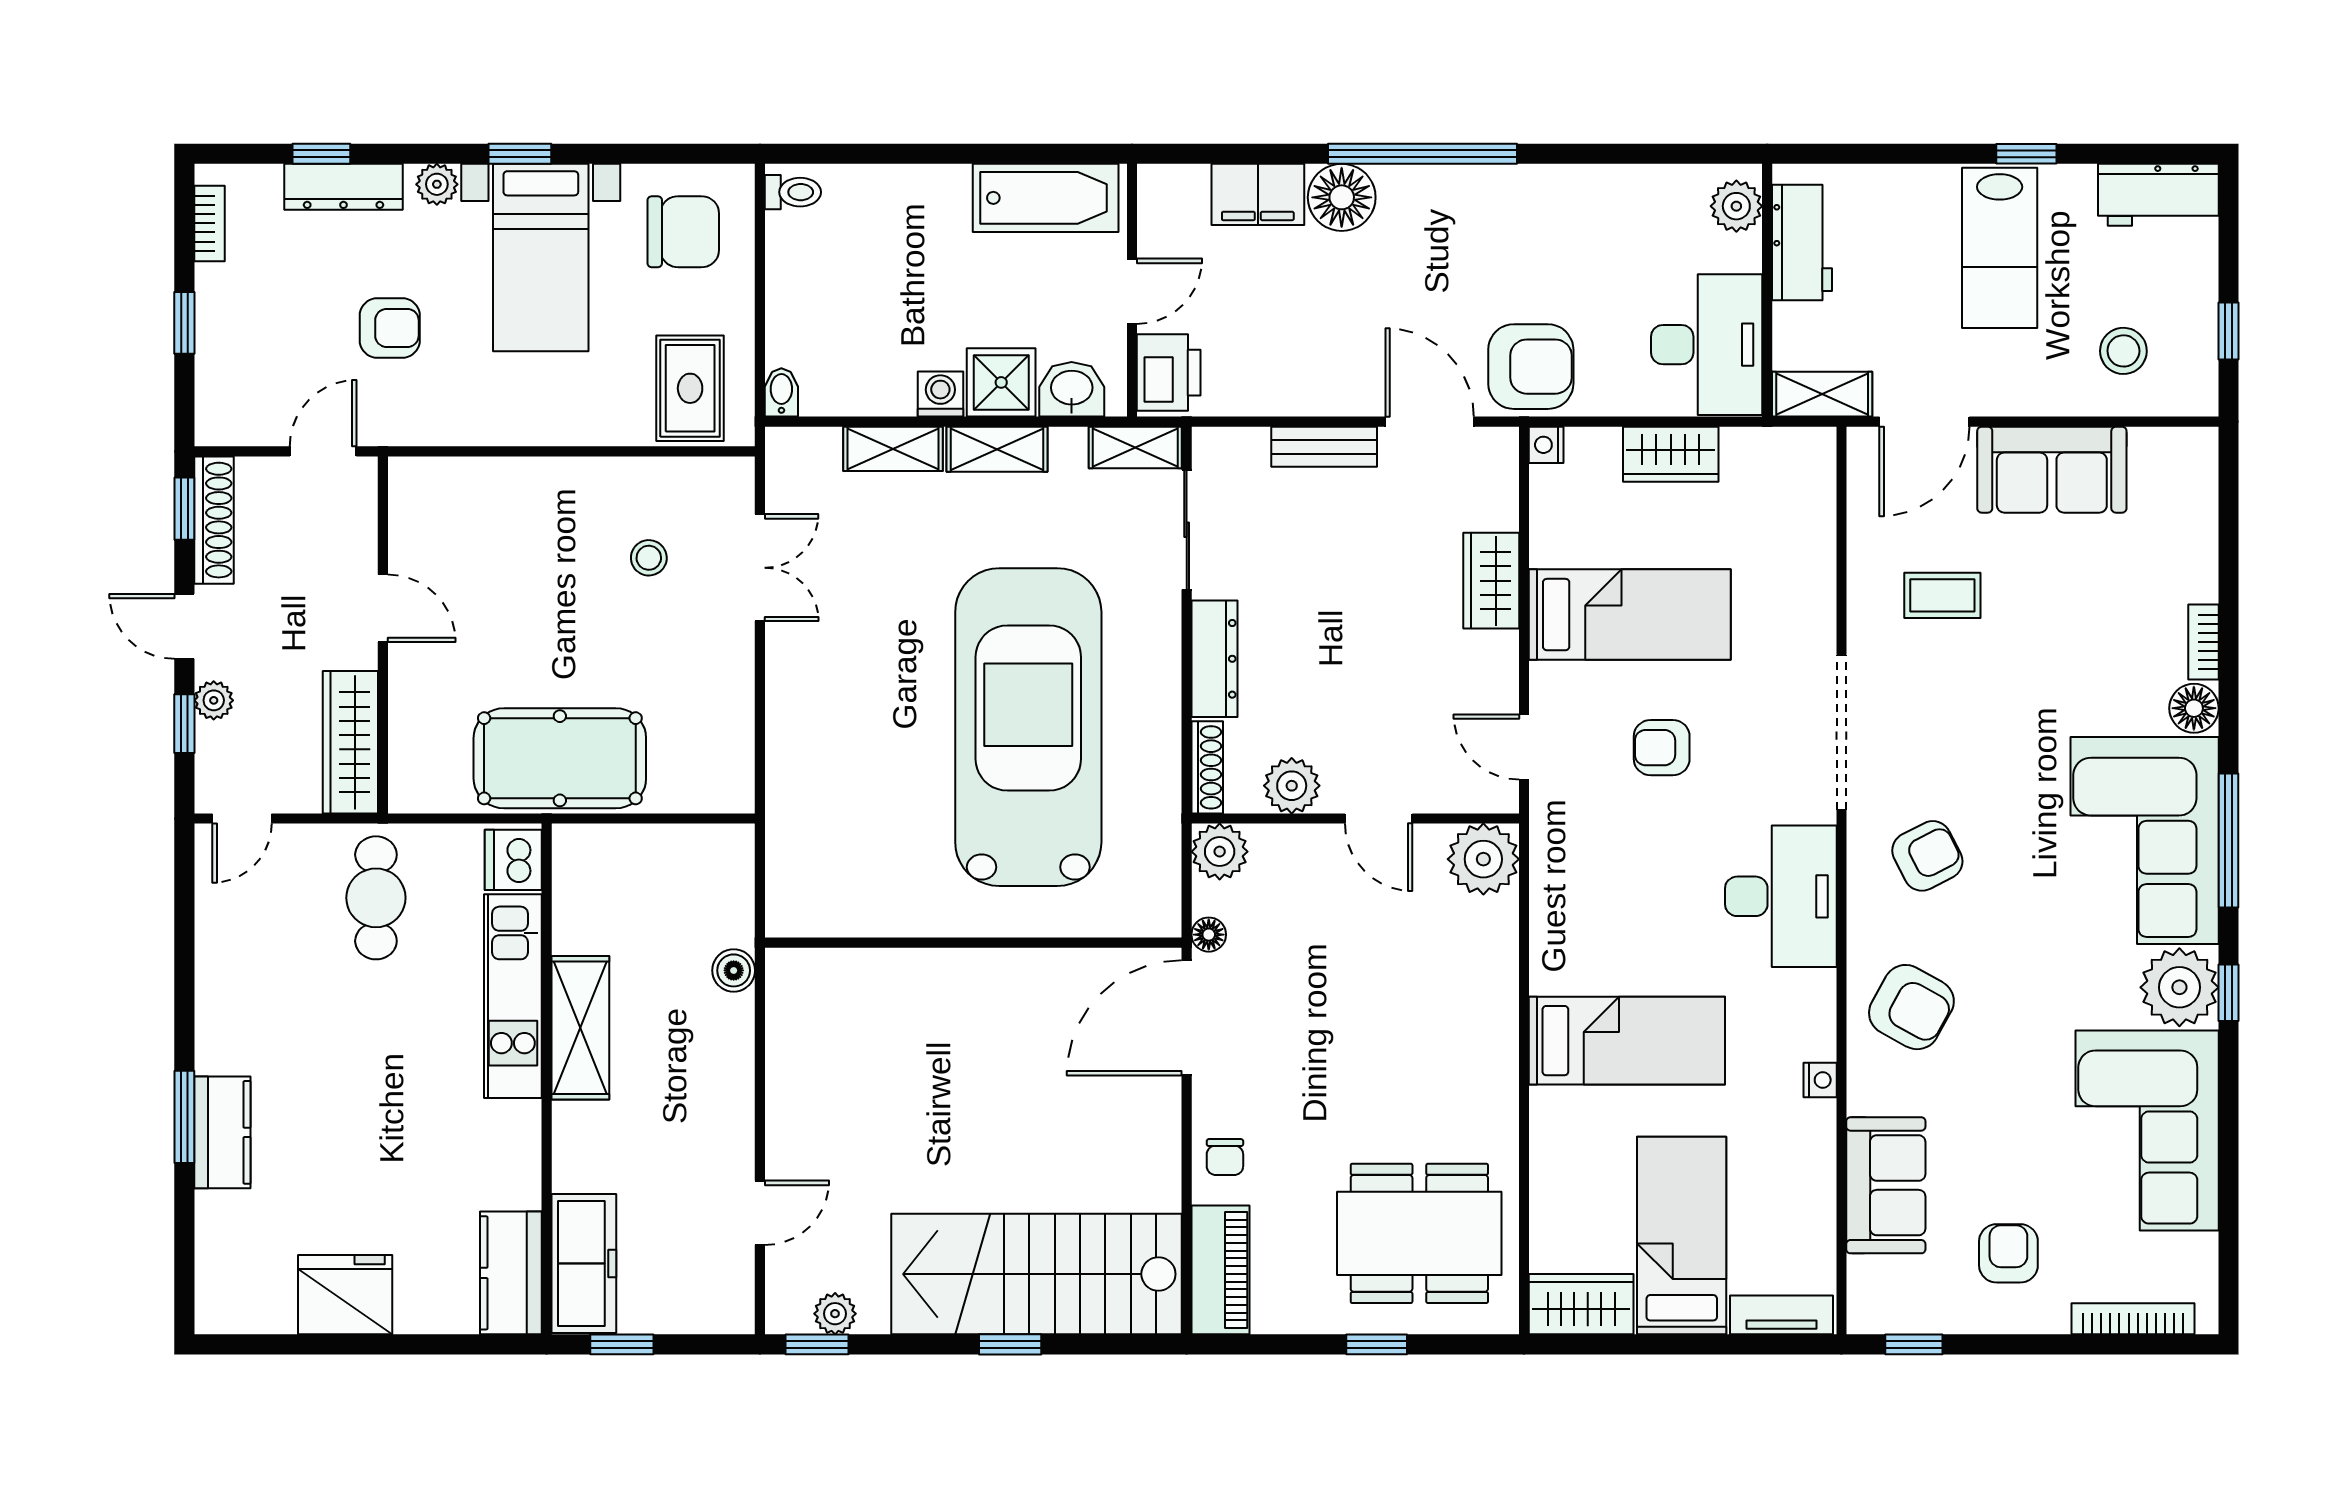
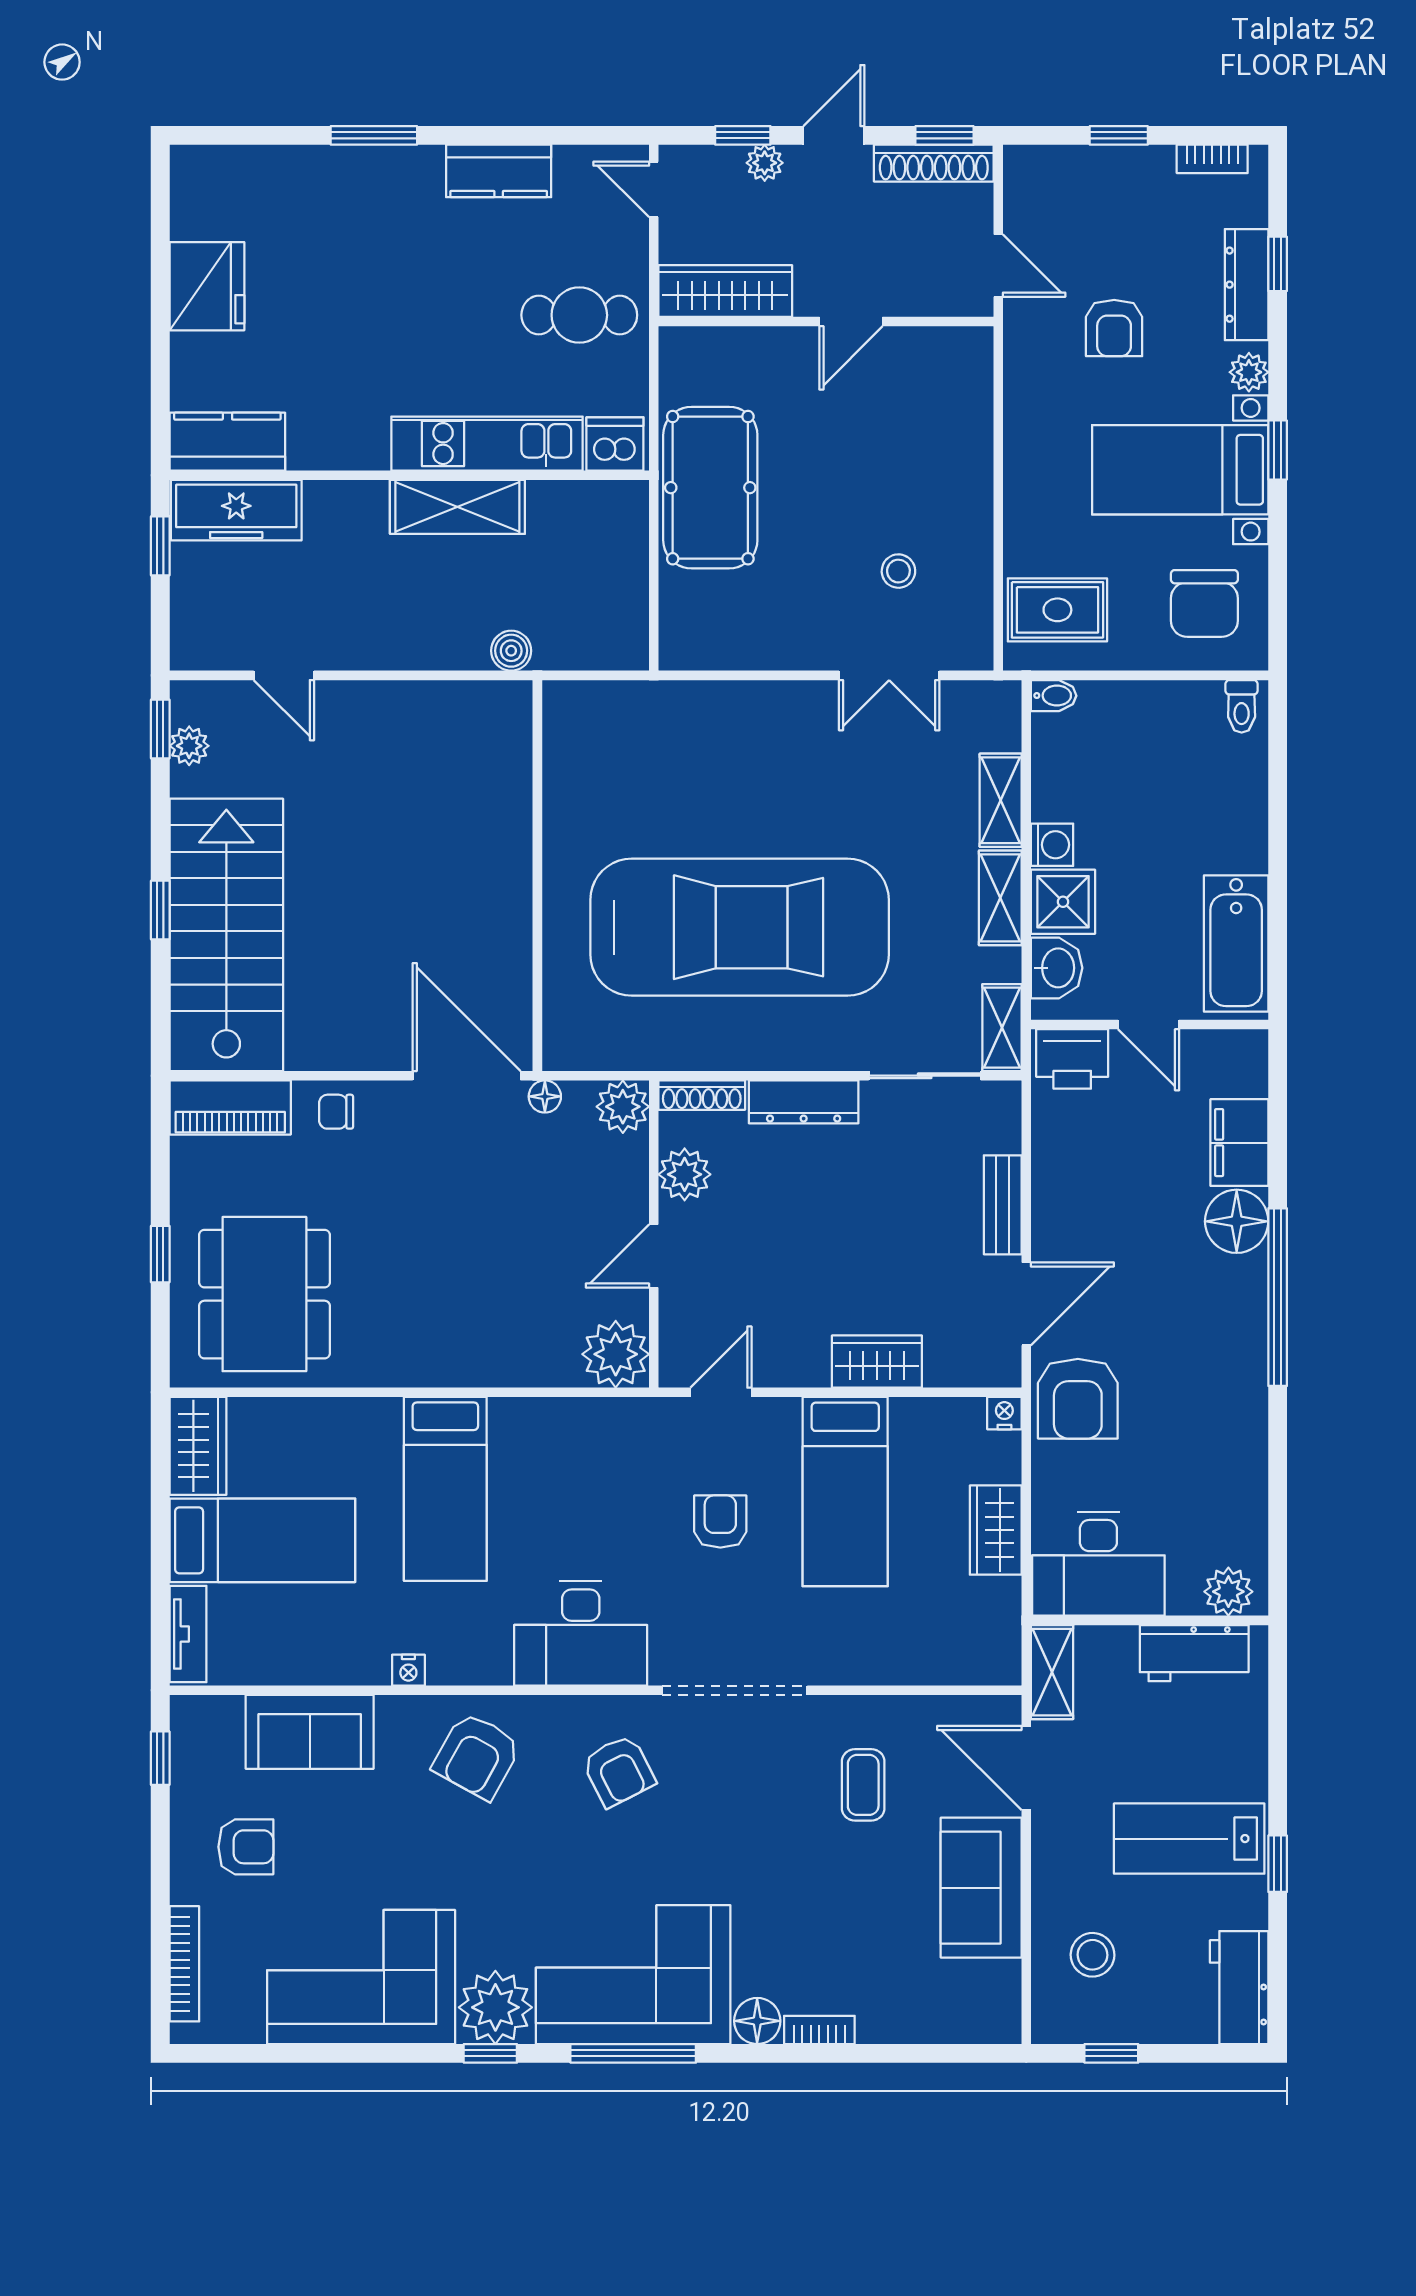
kitchen counter: (222, 1132) -> (499, 171), moved

